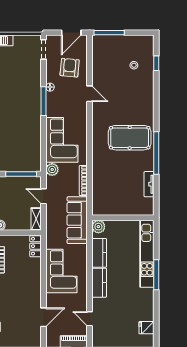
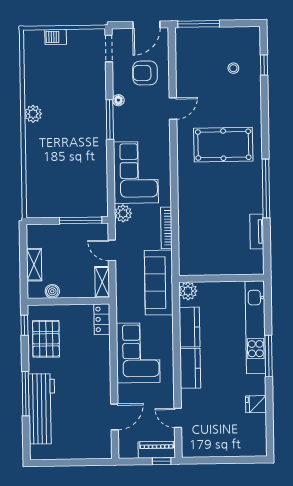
armchair: (70, 68) -> (145, 73), turned -95
door: (90, 94) -> (173, 108), hinge flipped
pool table: (130, 138) -> (223, 145), moved
fridge: (146, 328) -> (256, 404), moved

